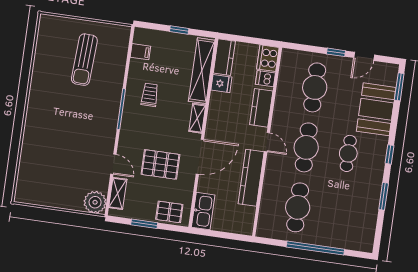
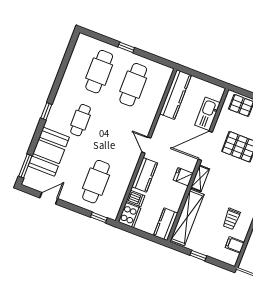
window: (336, 52) -> (99, 217), moved
fridge: (221, 84) -> (183, 177), moved
trolley: (150, 95) -> (231, 219), moved
cafe table: (306, 147) -> (99, 72), moved
kitchen counter: (251, 178) -> (176, 95), moved
window: (384, 196) -> (59, 77), removed
kitchen sink: (203, 211) -> (207, 114), moved
window: (315, 248) -> (126, 47), width x0.32

